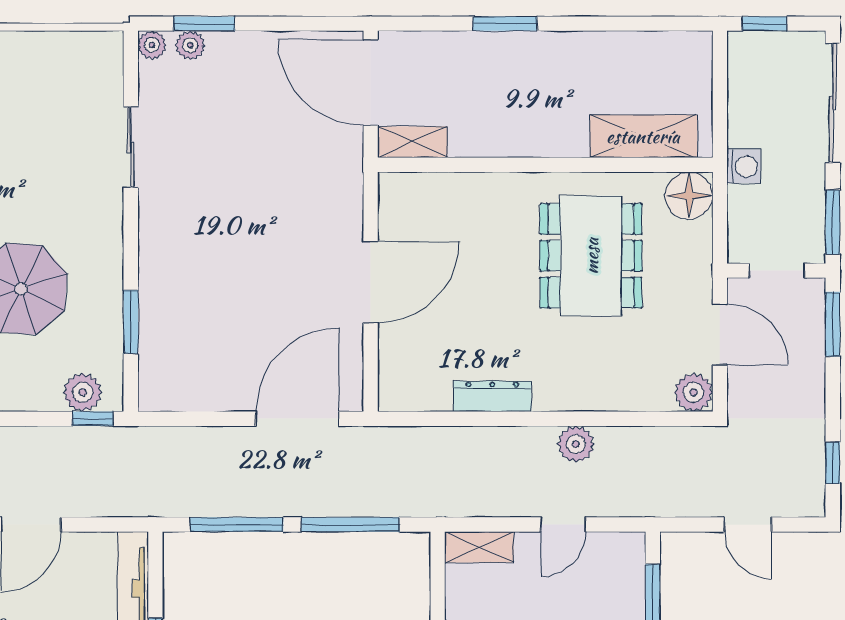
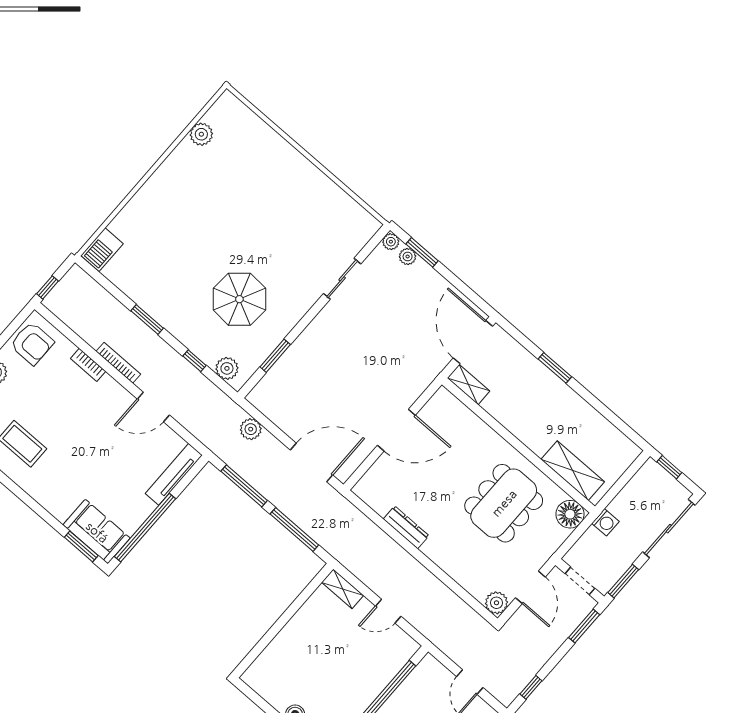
window: (93, 419) -> (195, 361), moved
plant: (576, 444) -> (251, 429), moved

